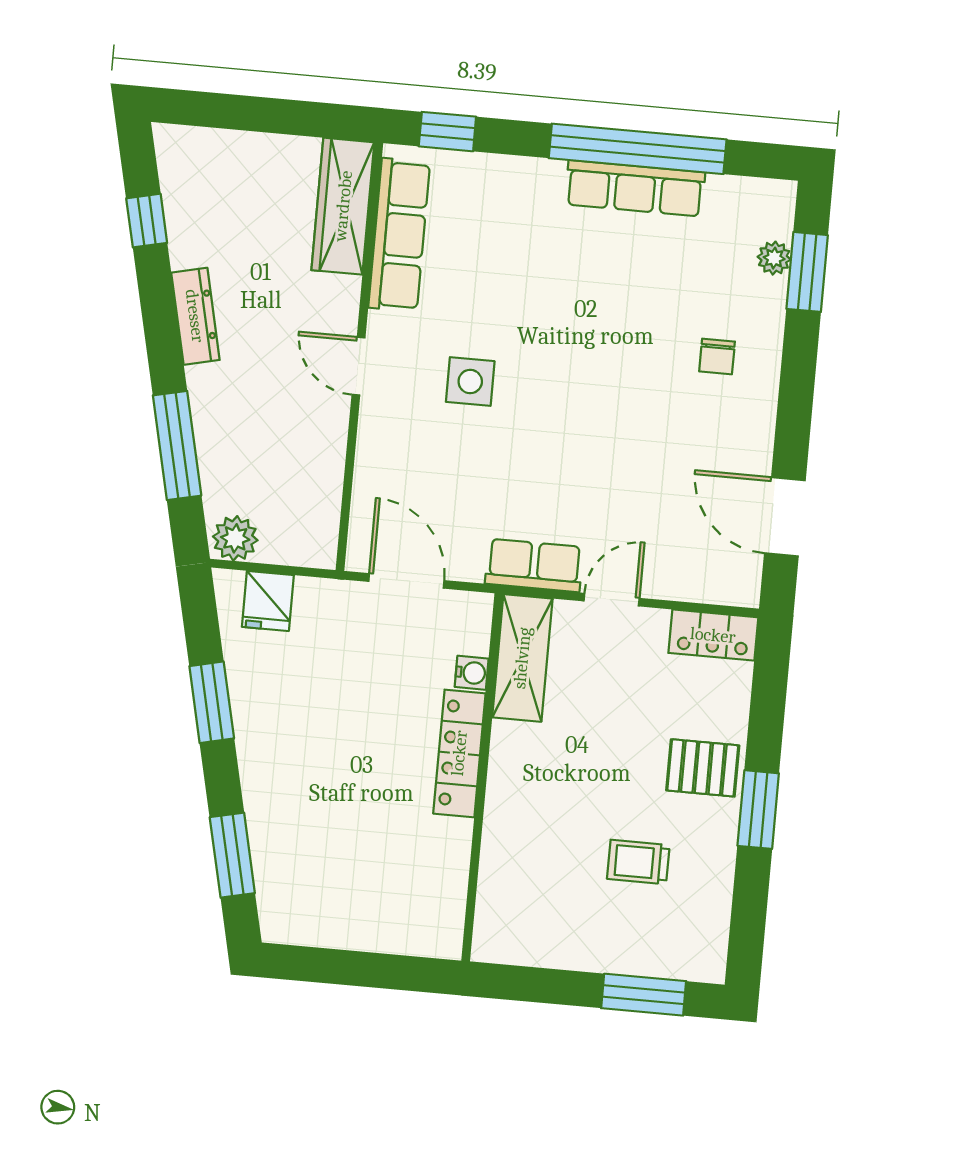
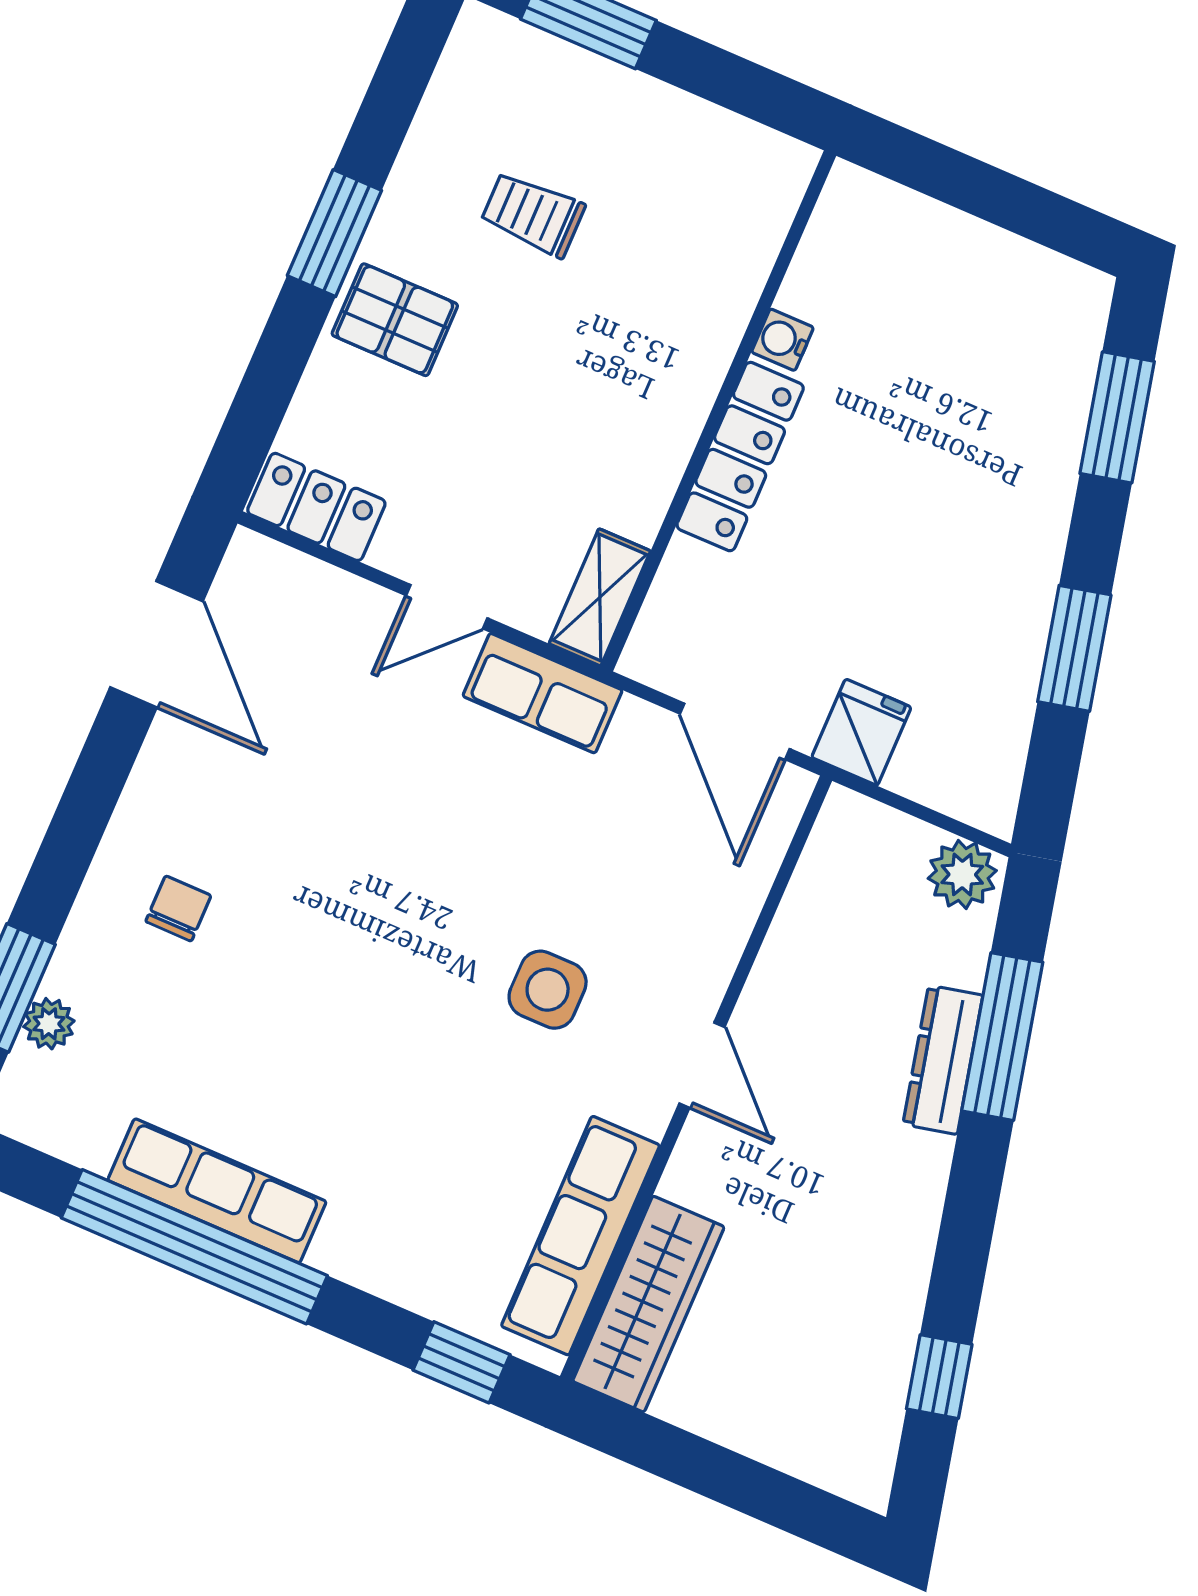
dresser: (195, 316) -> (943, 1060), moved
fridge: (268, 601) -> (861, 732), moved
shelving: (522, 658) -> (600, 597), width x0.67, depth x0.75
water cooler: (472, 673) -> (783, 340), moved
trolley: (638, 862) -> (533, 214), turned 180

